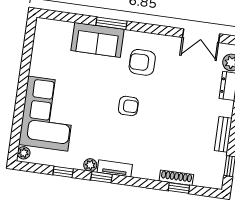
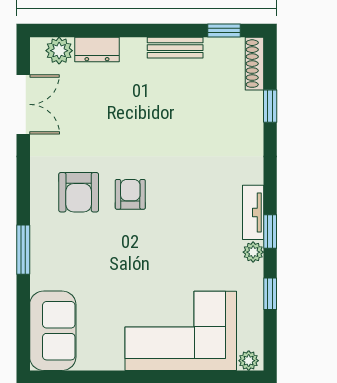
sofa: (98, 40) -> (53, 331), moved
armchair: (128, 106) -> (130, 194), moved
shoe rack: (176, 178) -> (254, 64), moved

